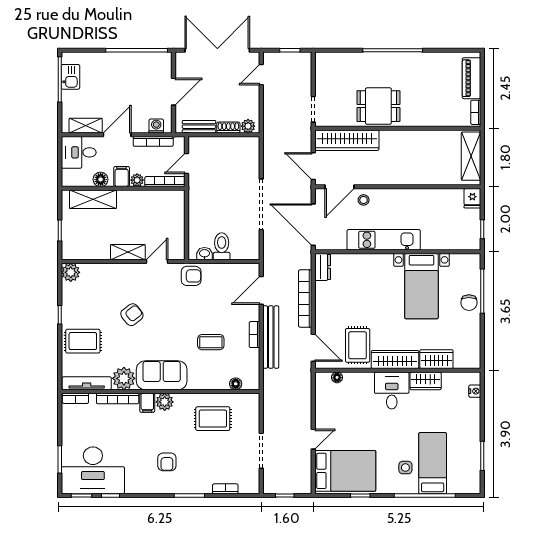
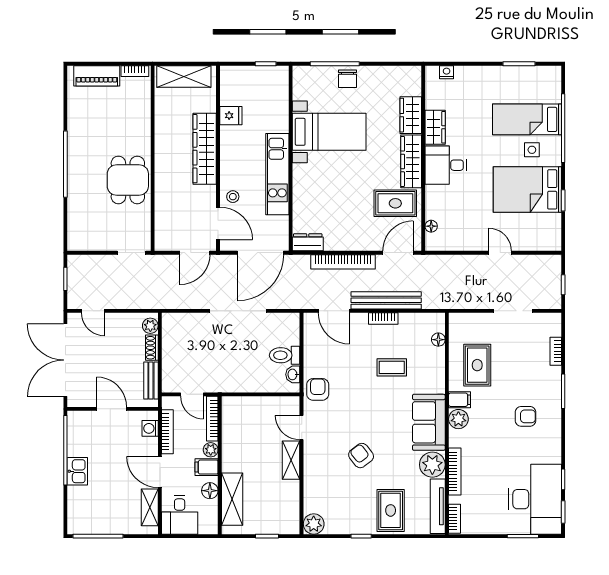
kitchen sink: (71, 77) -> (77, 471), moved, turned 90
wardrobe: (347, 140) -> (205, 149), moved, turned 180
fridge: (472, 198) -> (231, 116), moved
chair: (469, 303) -> (348, 79), turned 90
coffee table: (211, 342) -> (392, 367), turned 90
filing cabinet: (147, 403) -> (460, 400), moved
bed: (345, 471) -> (527, 189), moved, turned -90

